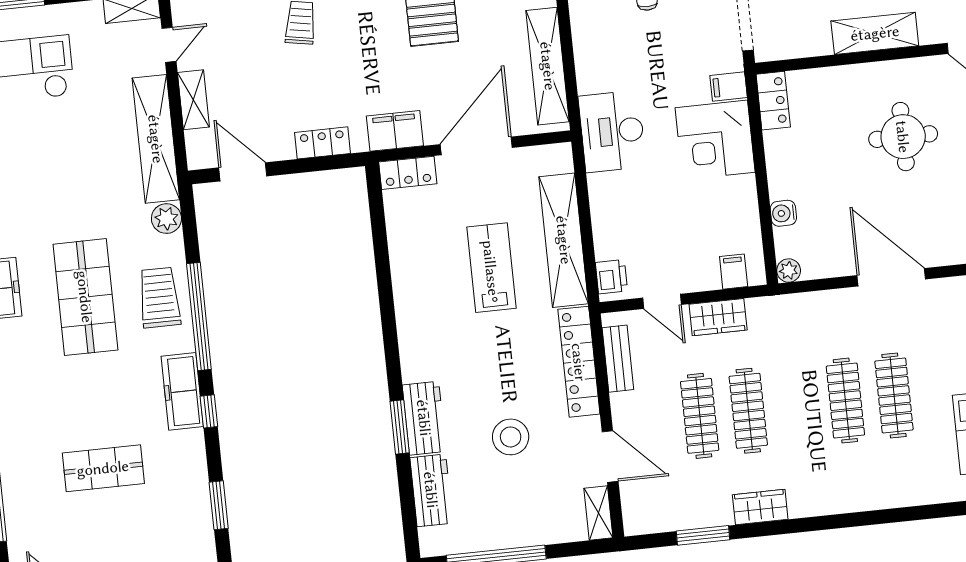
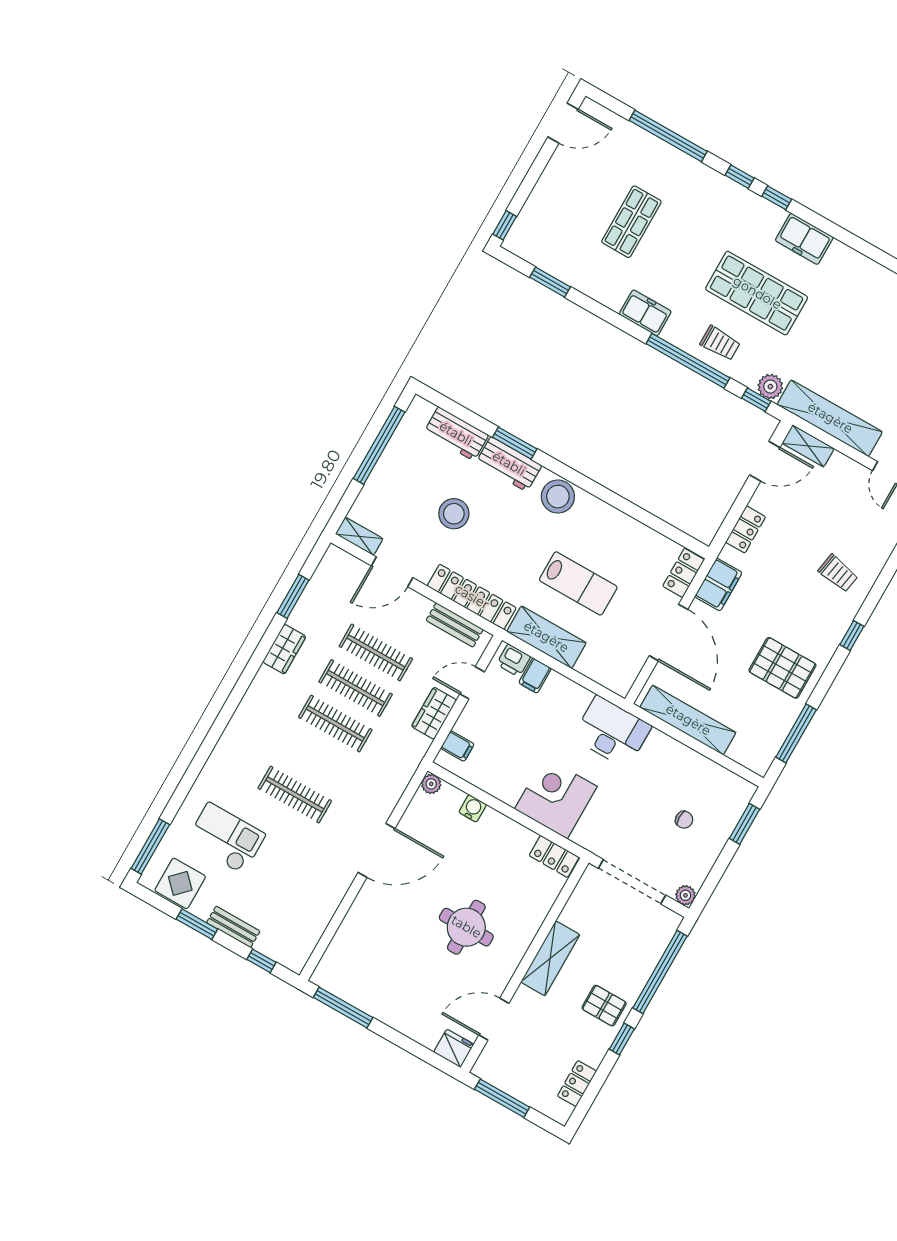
filing cabinet: (729, 86) -> (535, 676), moved, turned 180
shelving: (193, 100) -> (808, 446), moved
shelving: (564, 240) -> (546, 637), width x0.68
trolley: (159, 298) -> (720, 343), width x0.73, depth x0.72
stool: (421, 348) -> (558, 497), added
freezer: (182, 391) -> (645, 313), width x0.71
clothes rail: (845, 401) -> (335, 724), moved
window: (209, 411) -> (756, 400), moved

